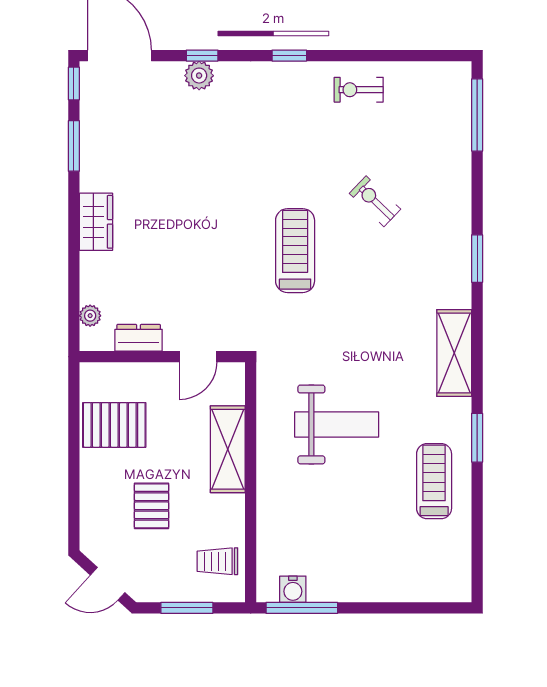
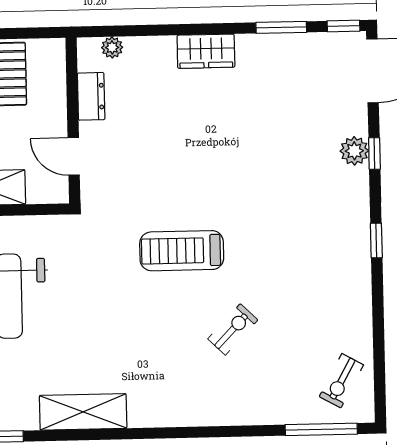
exercise bike: (359, 90) -> (341, 381), moved, turned -151
treadmill: (295, 251) -> (182, 251), turned 180
window: (477, 259) -> (178, 433), removed

